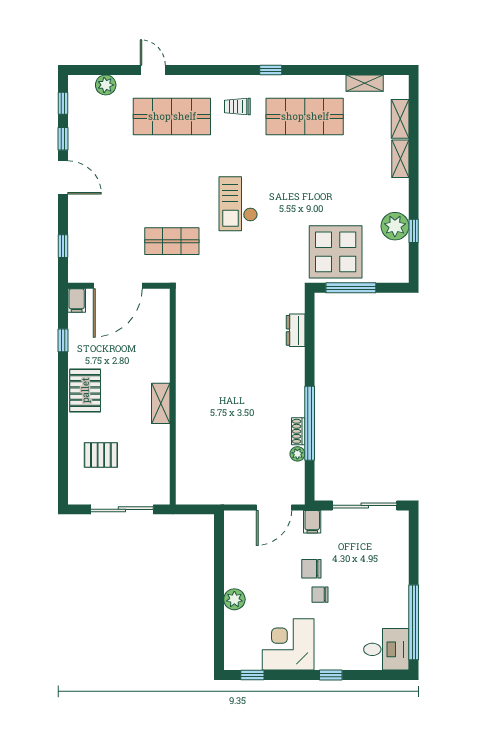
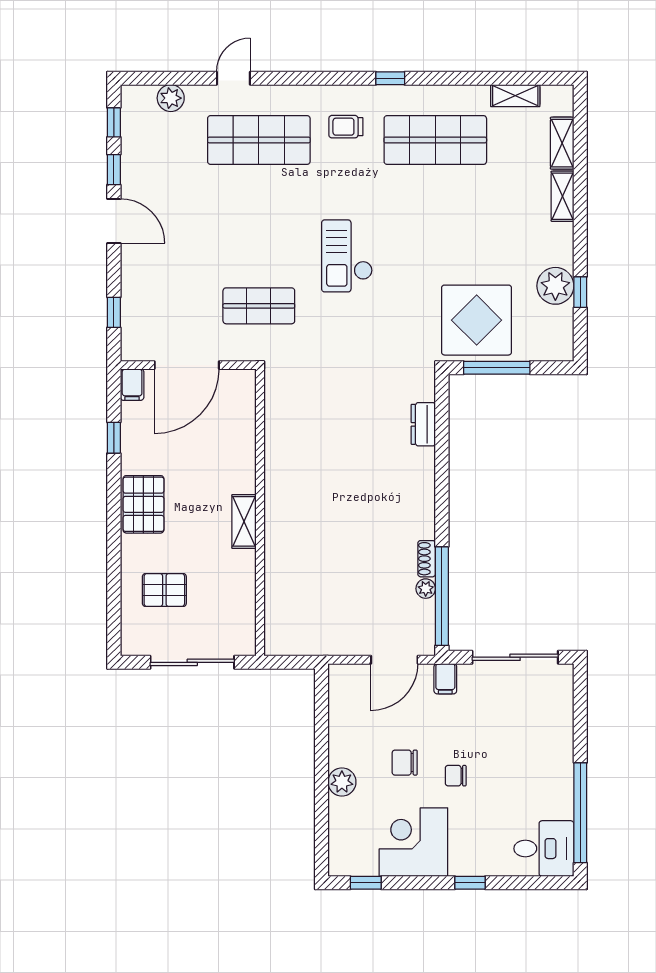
door: (153, 70) -> (233, 78), hinge flipped
window: (310, 423) -> (442, 596), moved
chair: (311, 569) -> (405, 763), moved

